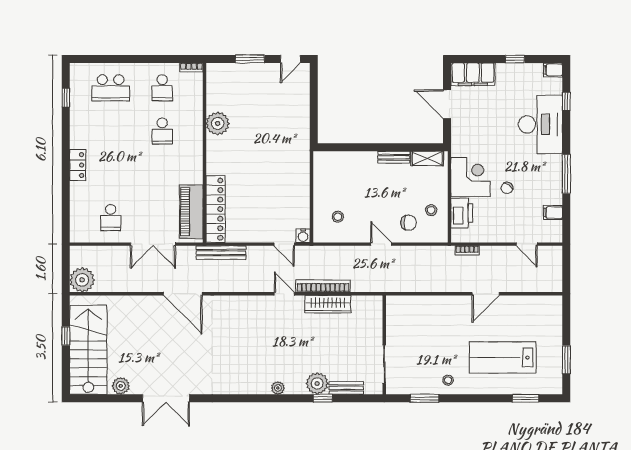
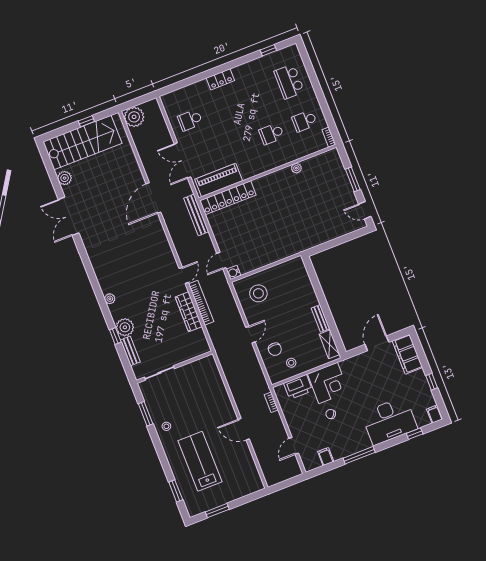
plant: (218, 123) -> (296, 168), width x0.53, depth x0.53
stool: (338, 217) -> (258, 293), width x1.89, depth x1.89

